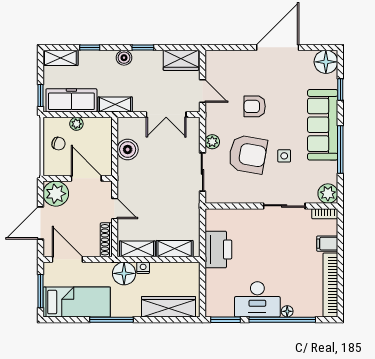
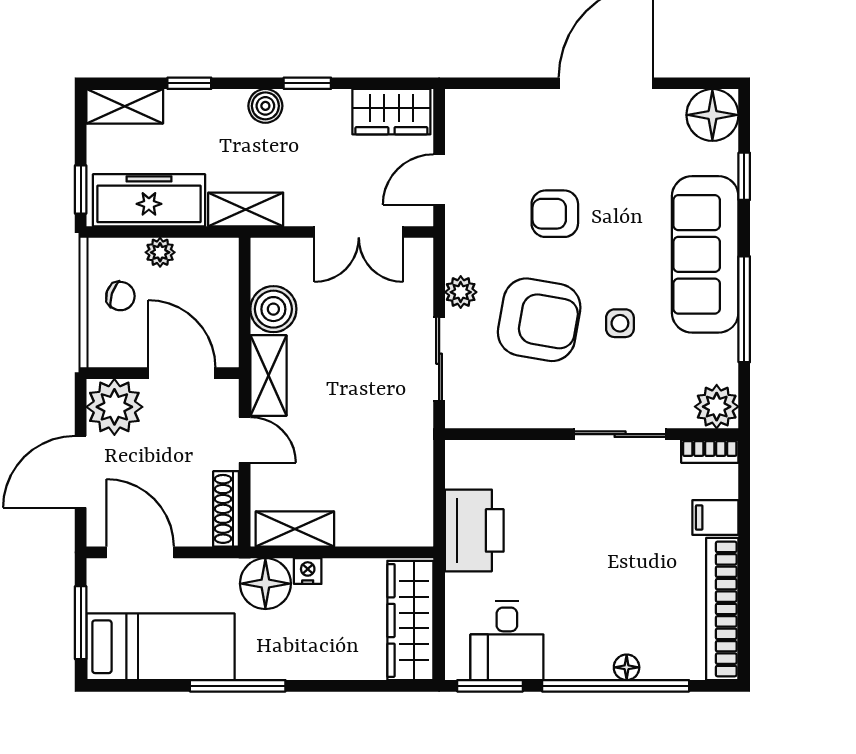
door: (202, 91) -> (439, 180), swing flipped
shelving: (175, 249) -> (268, 376), moved, turned 90
desk: (257, 299) -> (507, 641), moved, width x0.73
wardrobe: (169, 307) -> (410, 620), moved, turned -90

